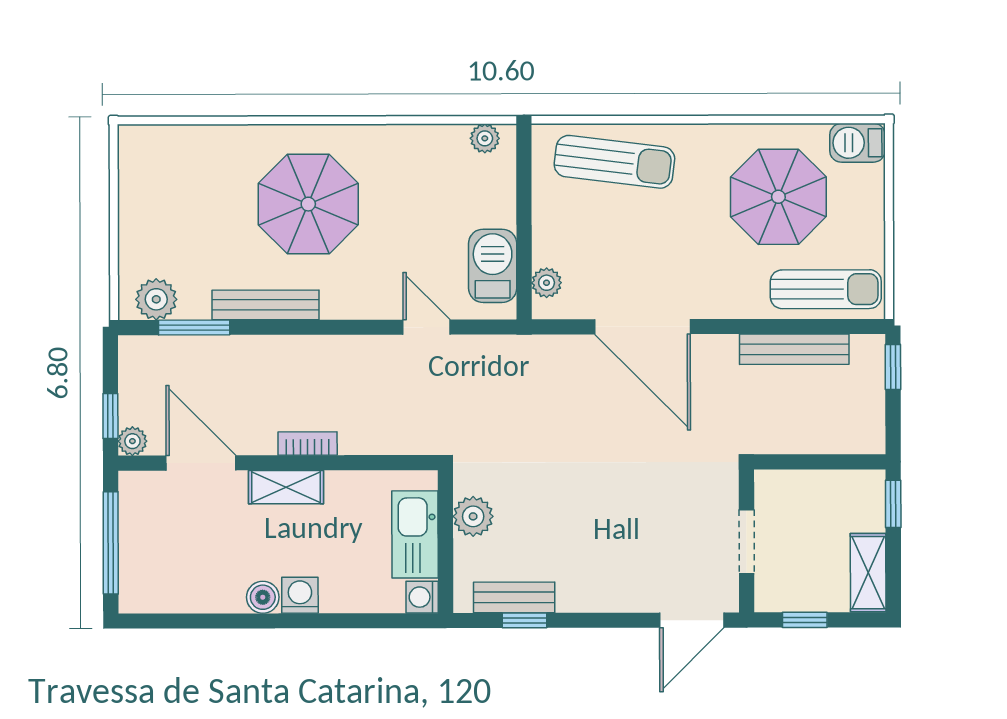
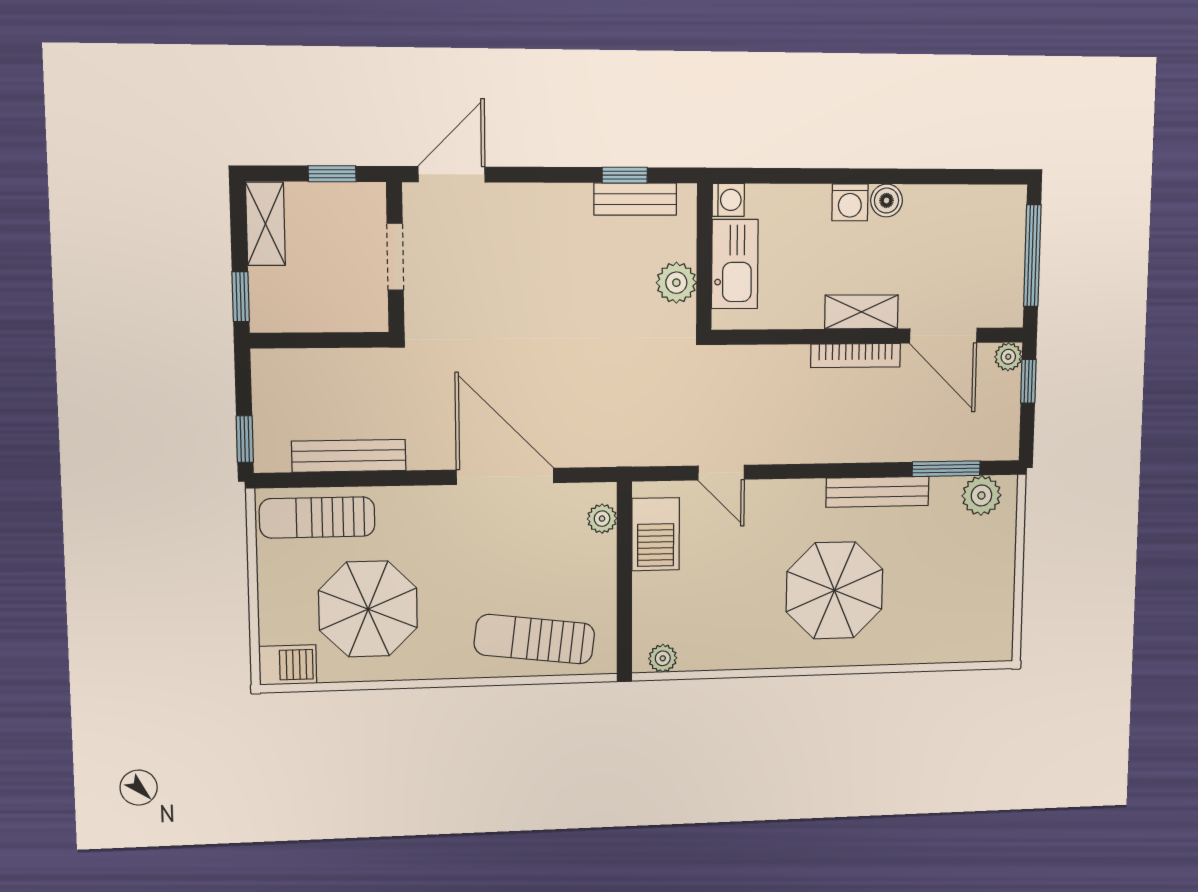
bookcase: (308, 443) -> (856, 355), width x1.56

